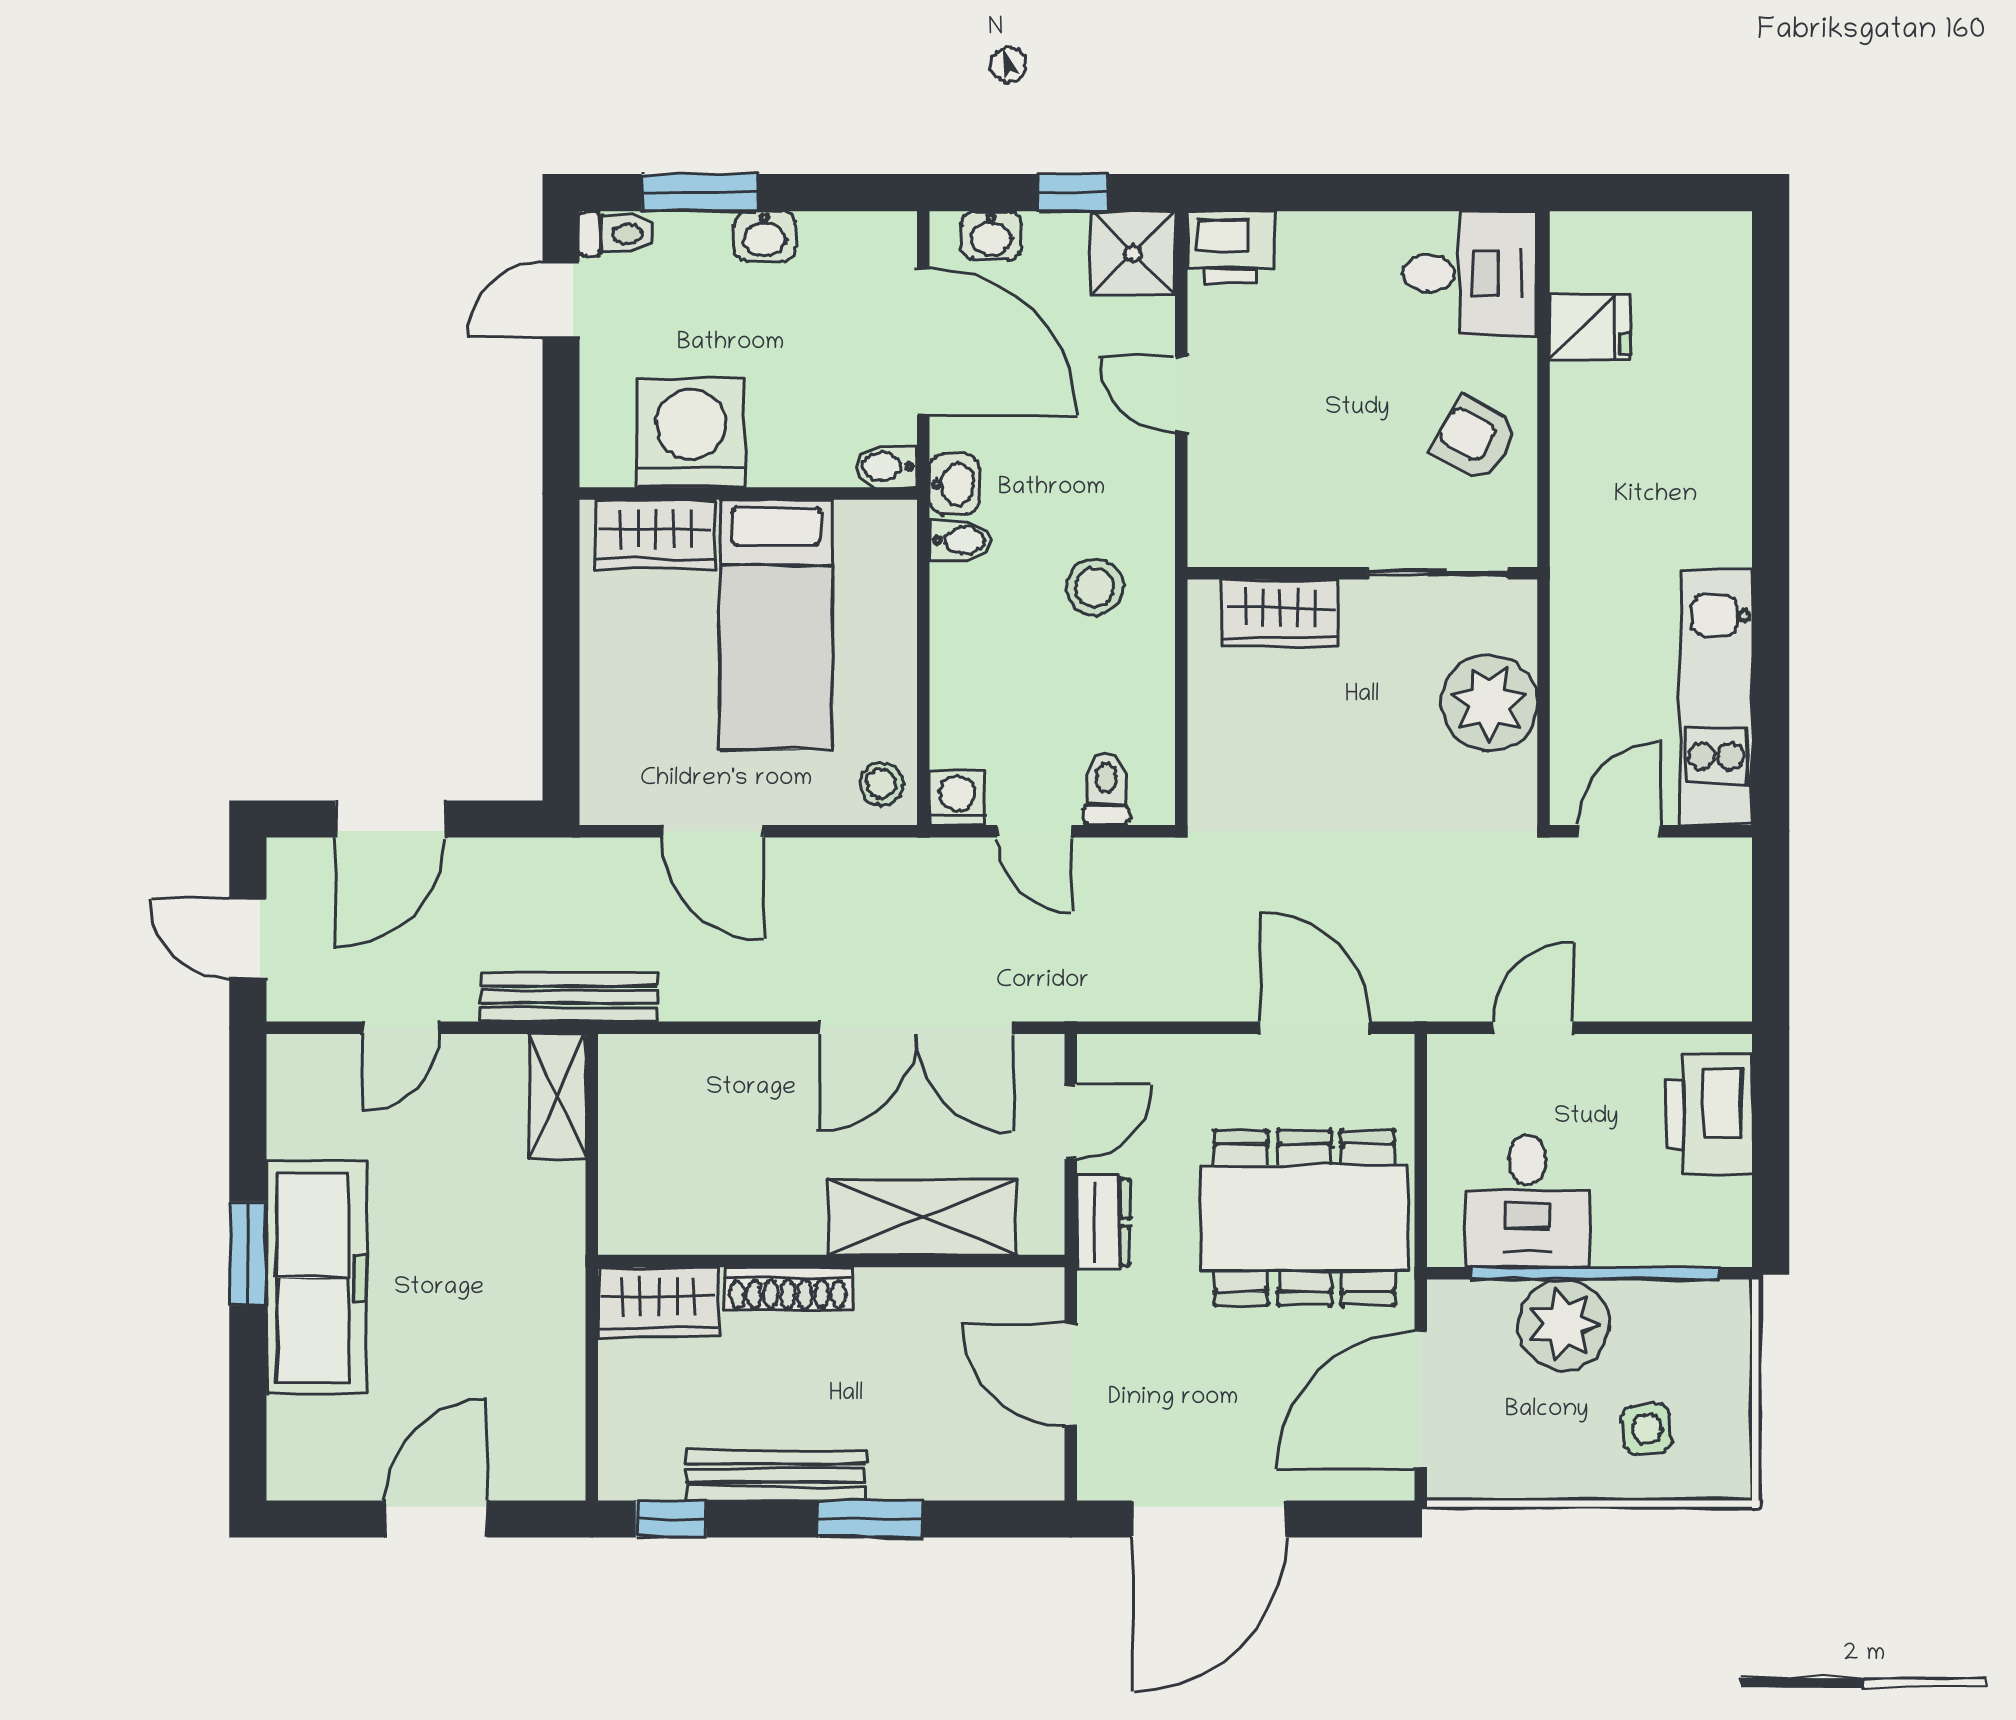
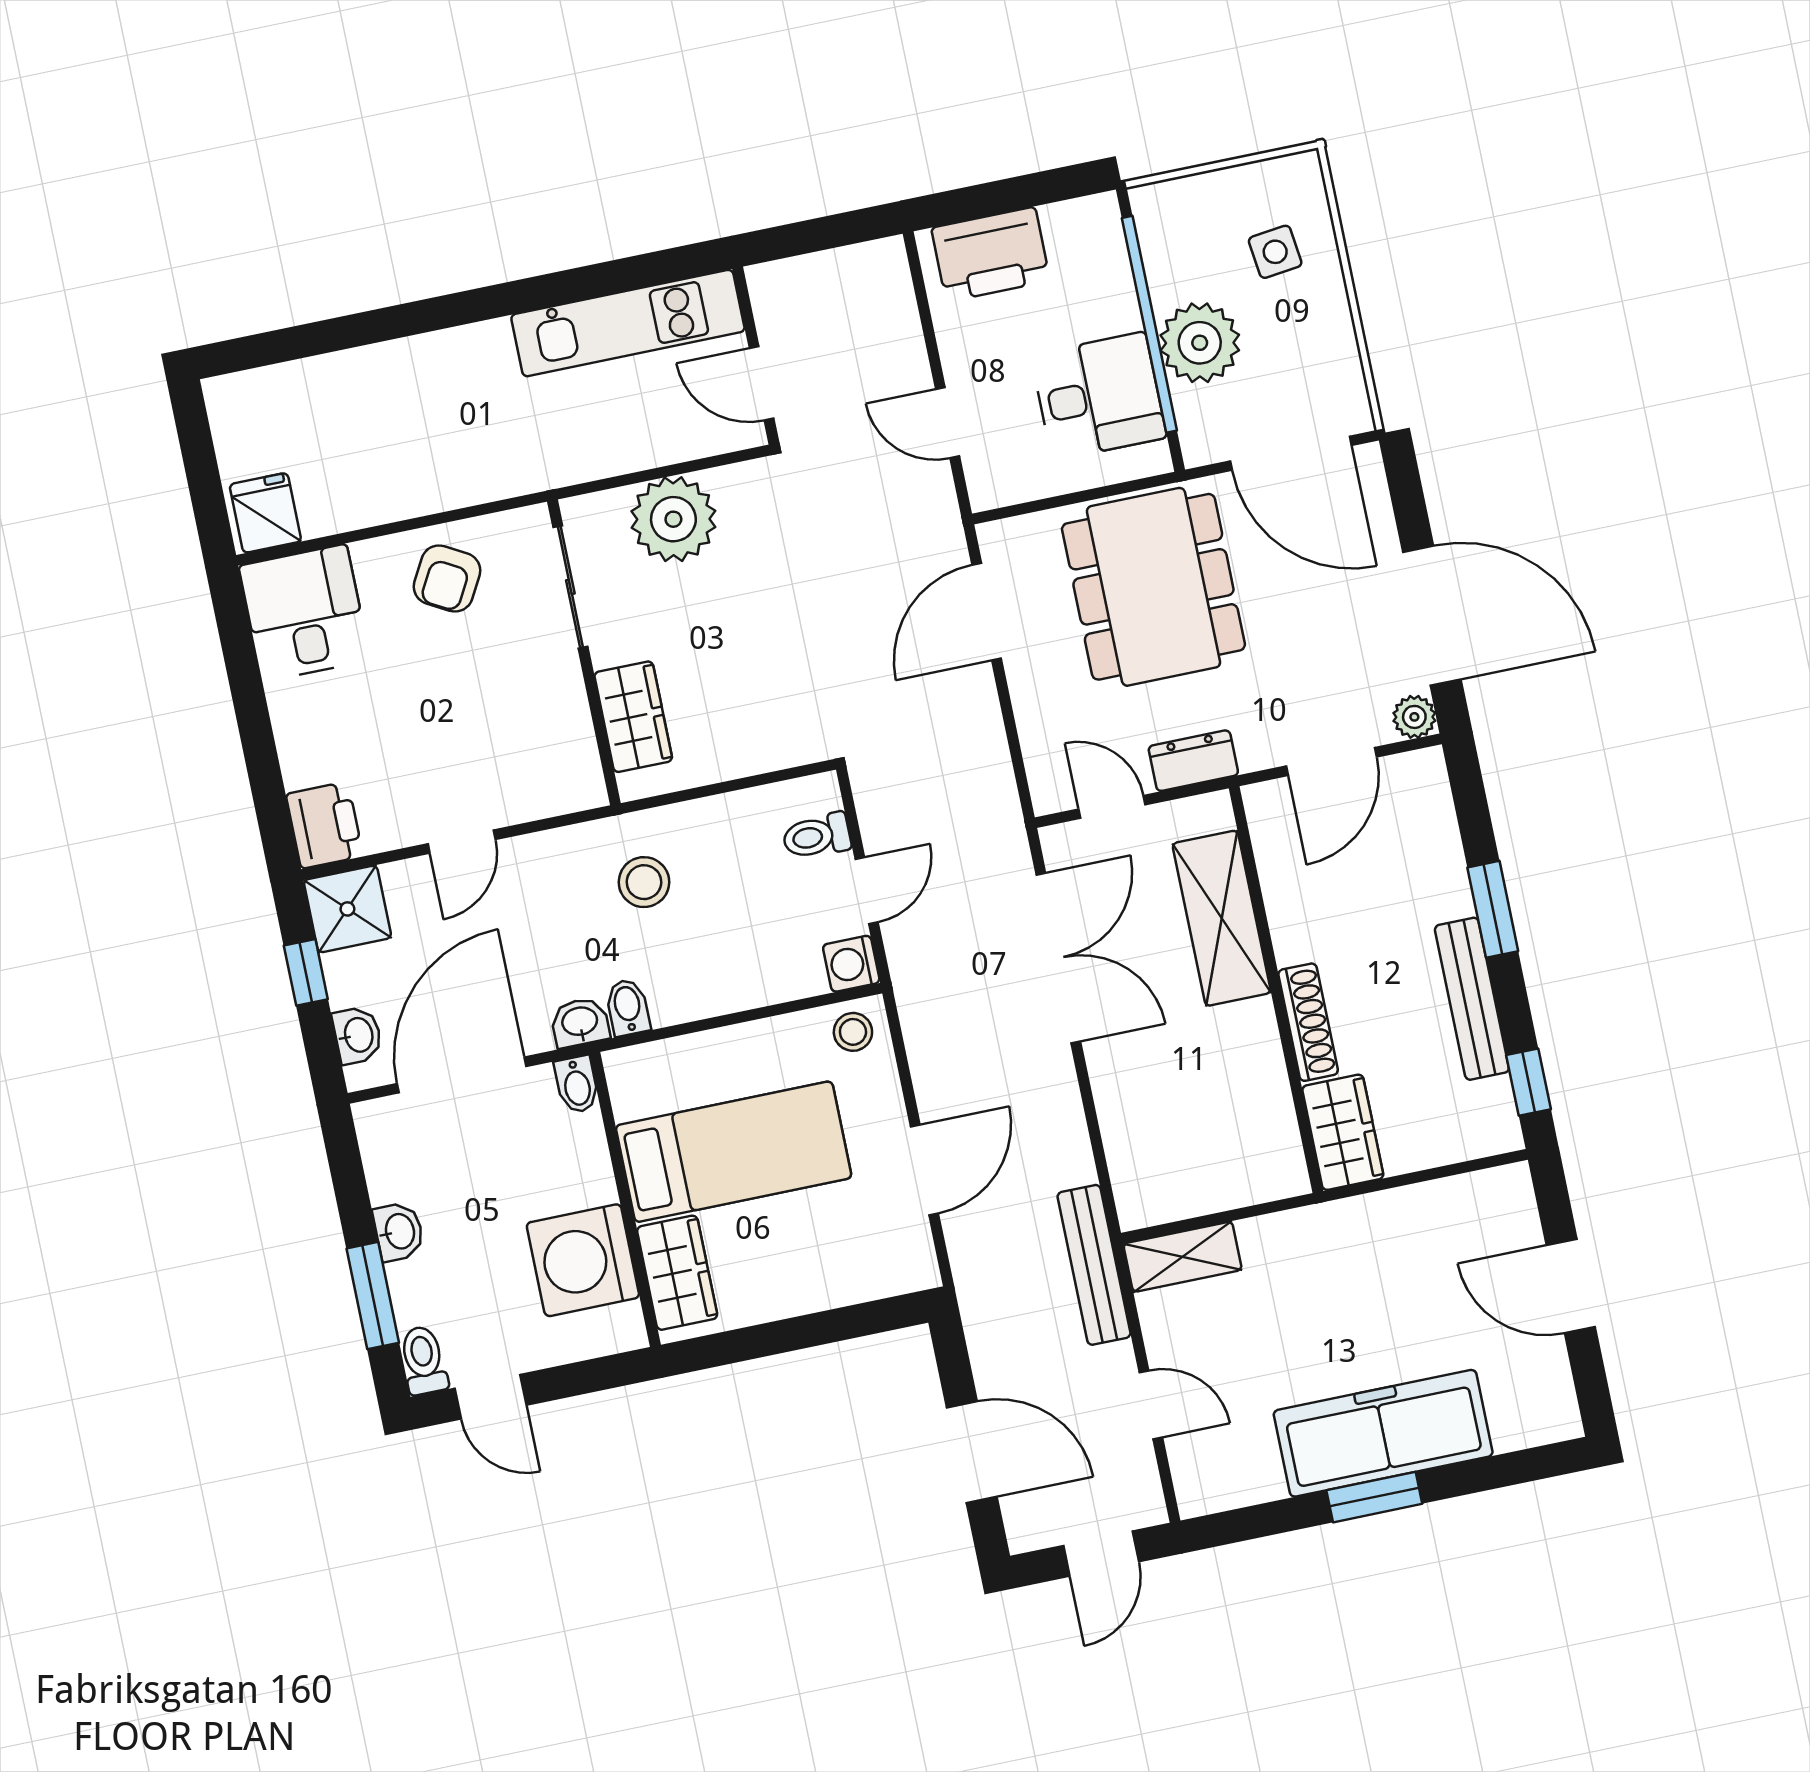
fridge: (1589, 326) -> (265, 513), moved
plant: (1101, 1476) -> (1414, 717), added

